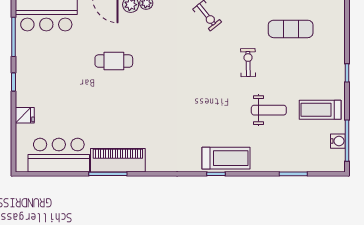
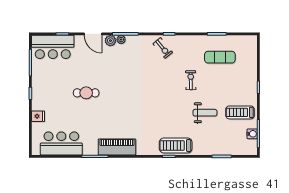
cafe table: (114, 61) -> (86, 93), moved
treadmill: (226, 158) -> (176, 145), turned 180
piano: (118, 160) -> (117, 147), moved

